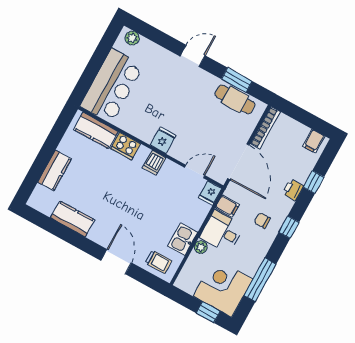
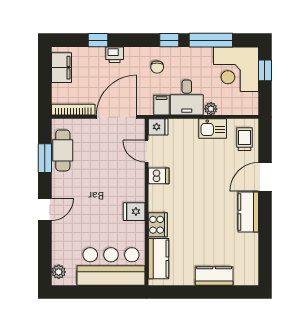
door: (193, 56) -> (45, 209), swing flipped
fridge: (163, 140) -> (134, 212), moved
filing cabinet: (314, 141) -> (62, 68), width x2.00
dishwasher: (154, 163) -> (159, 176), moved
kitchen counter: (72, 219) -> (248, 212), moved
window: (289, 227) -> (169, 40), moved

